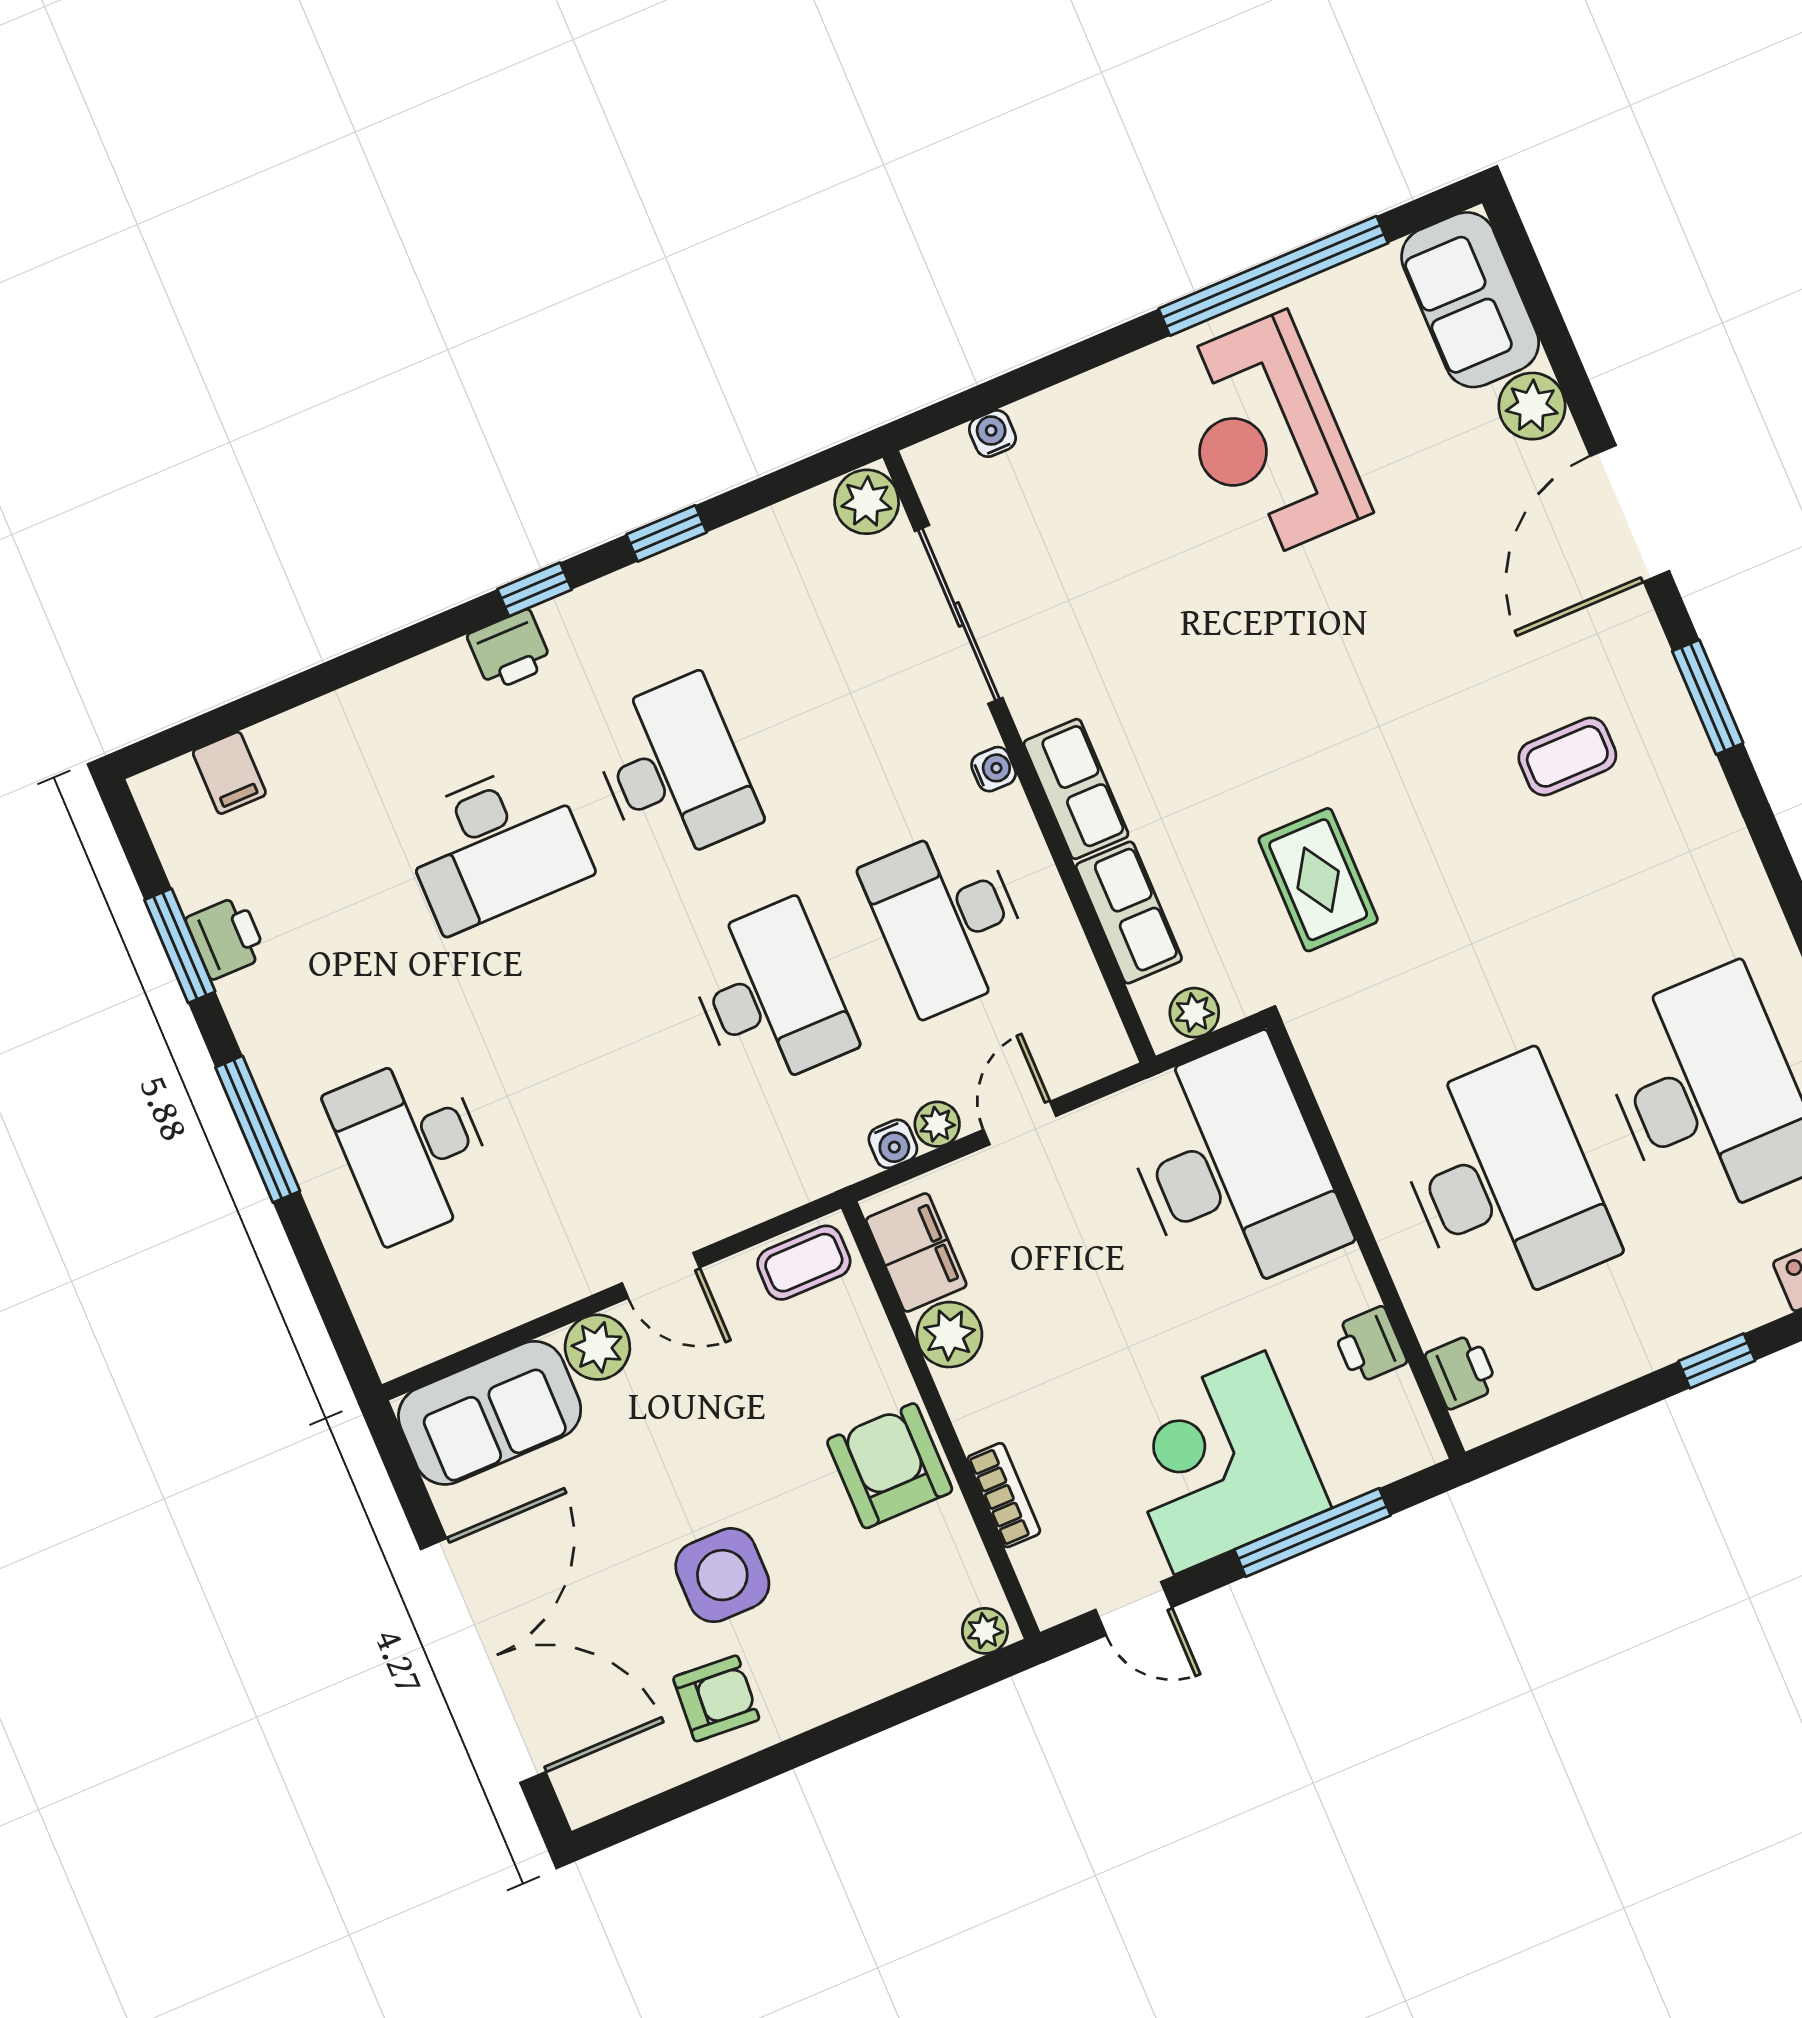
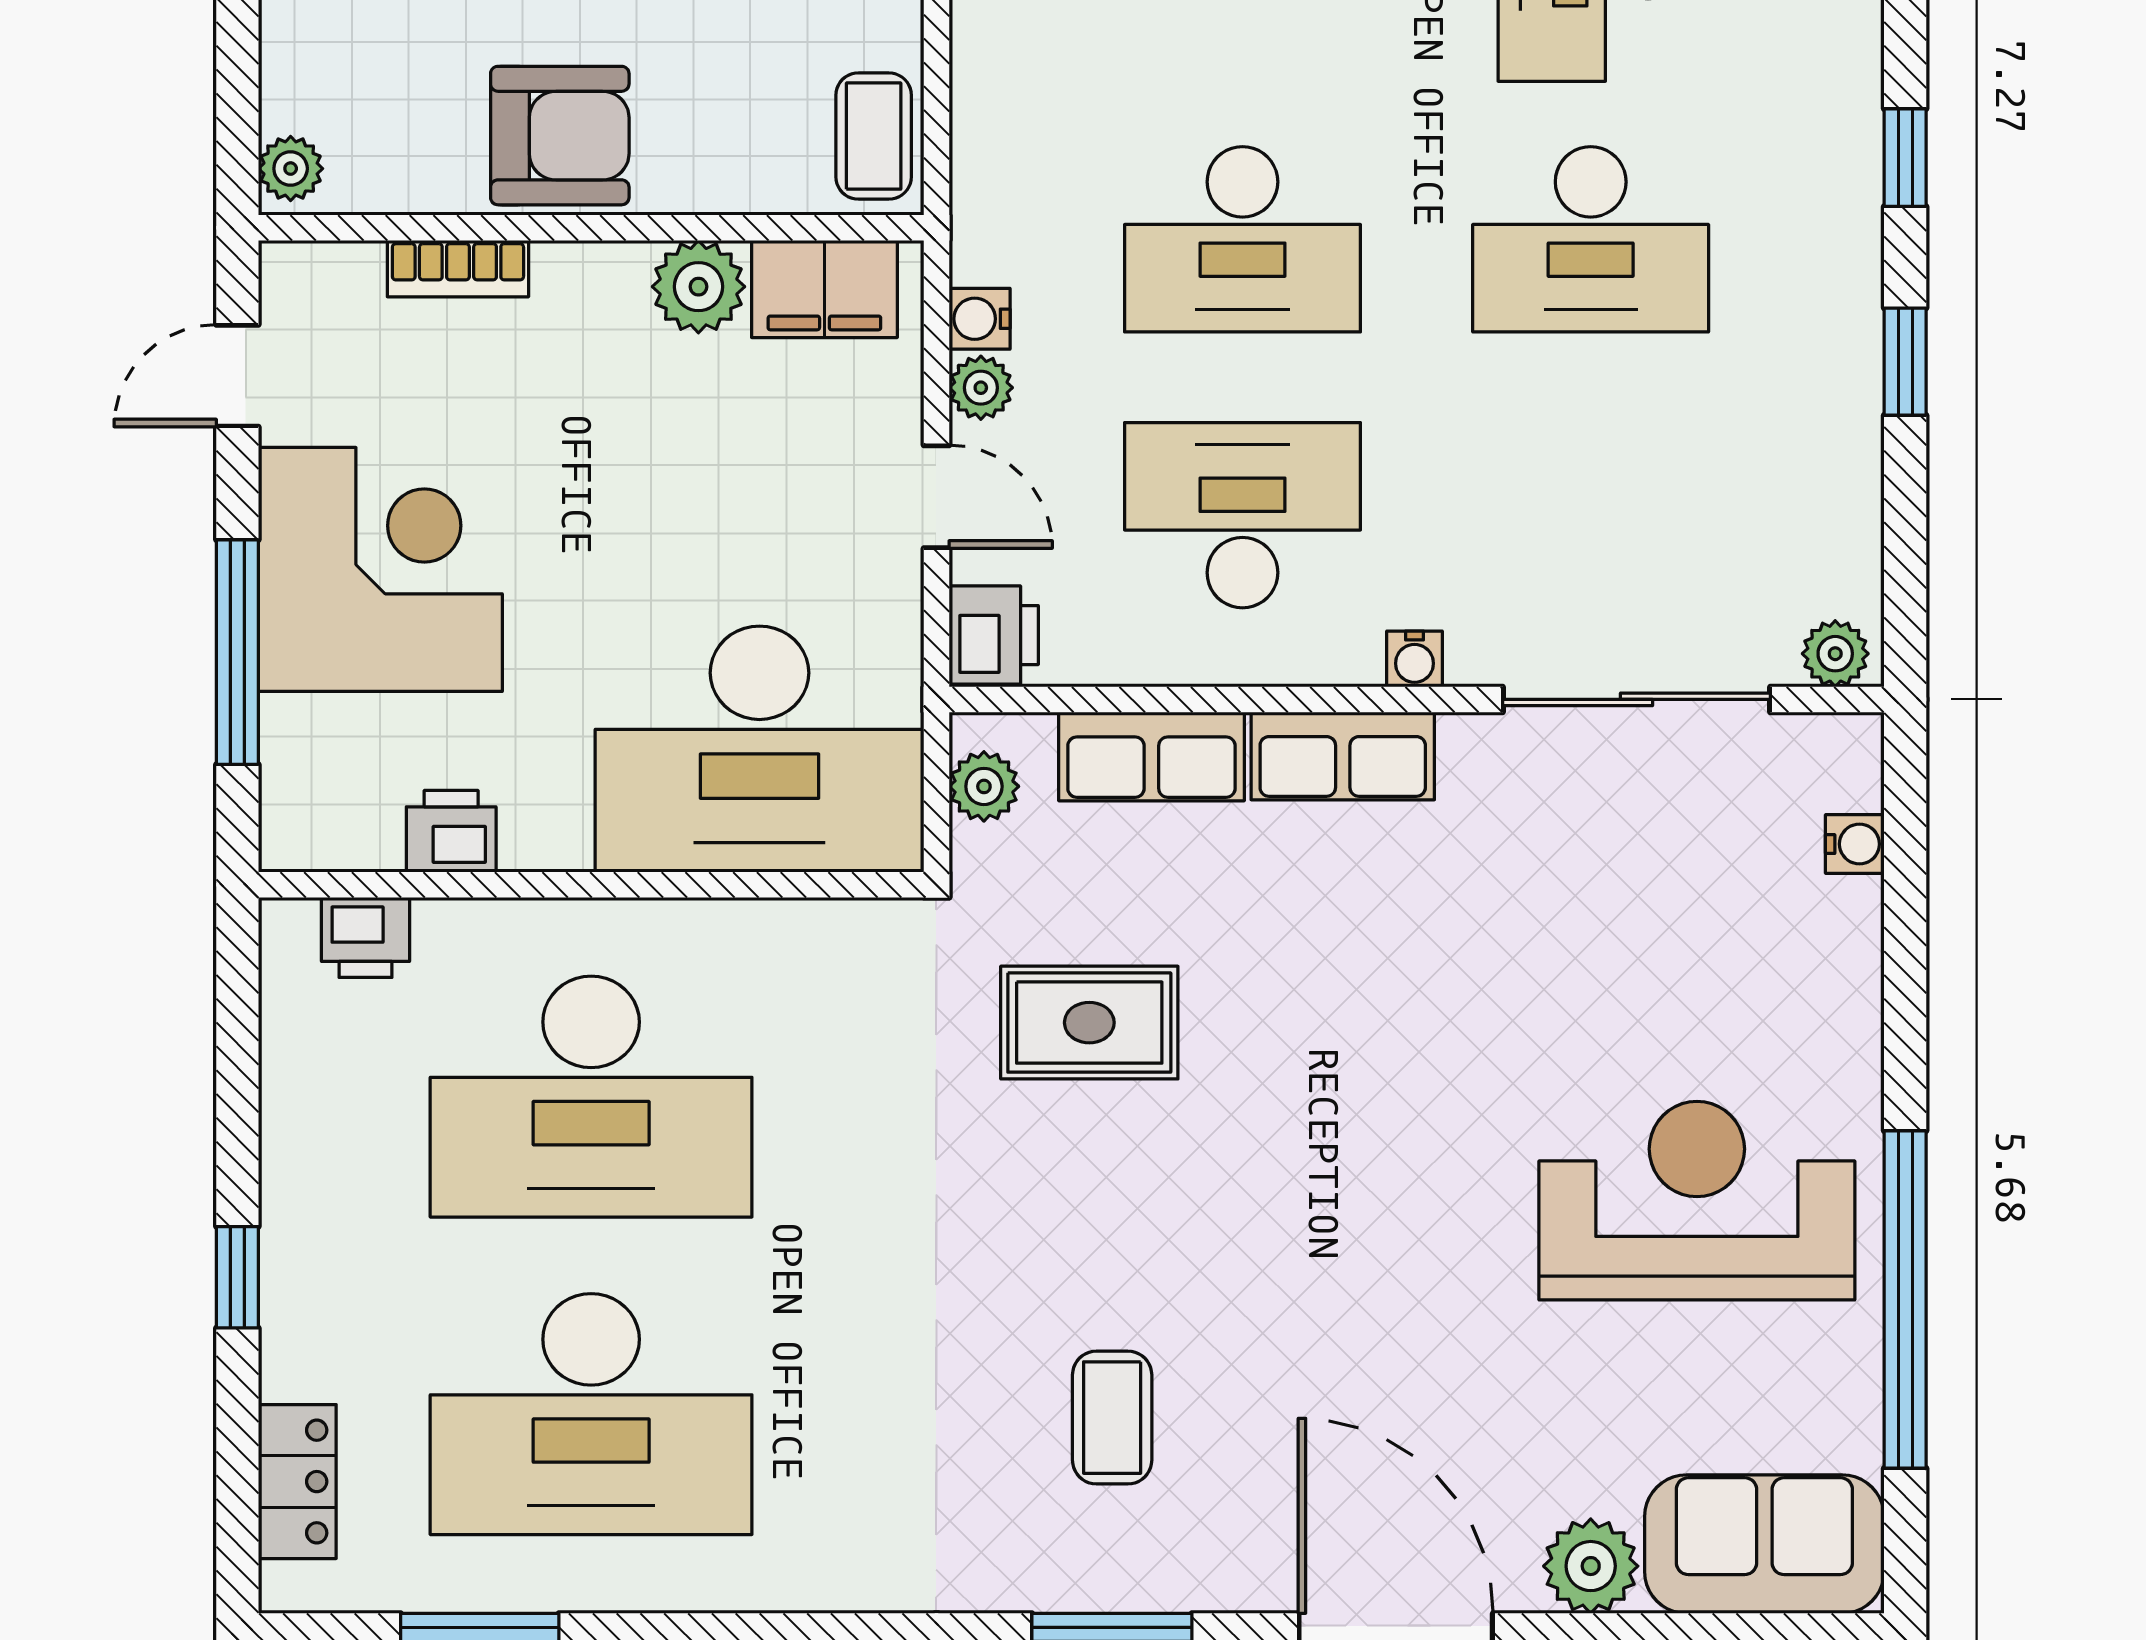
plant: (867, 502) -> (1835, 654), width x0.73, depth x0.73
printer: (510, 650) -> (994, 635), moved, turned 180

